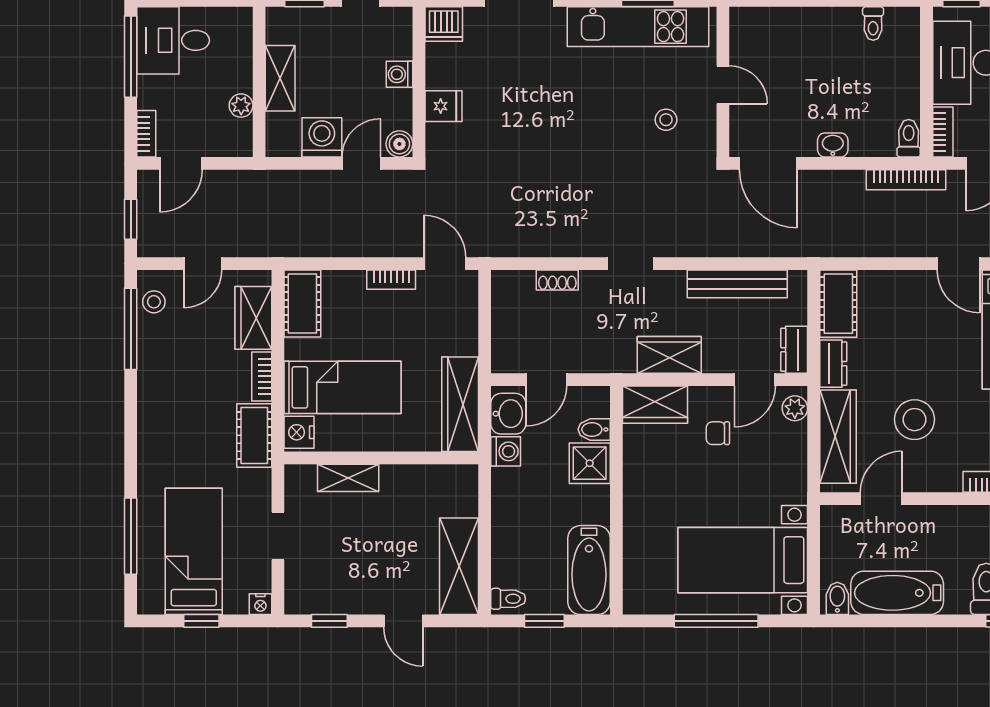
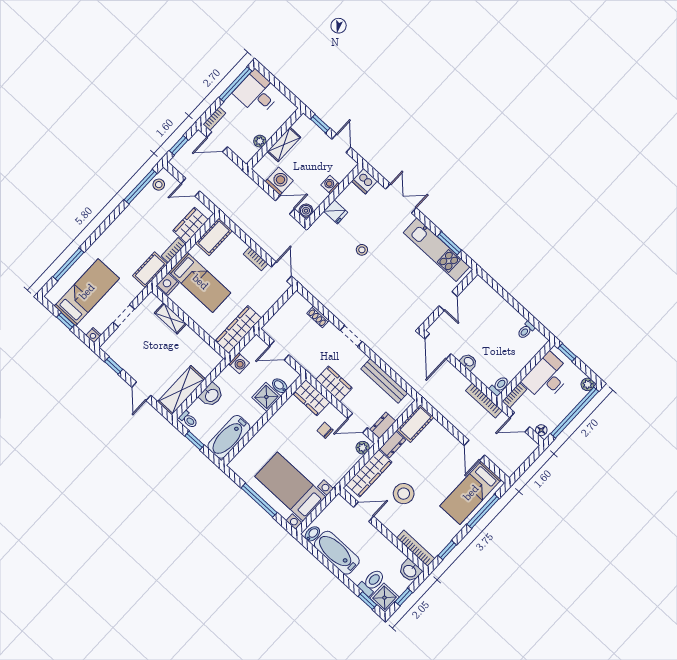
stool: (666, 120) -> (362, 250), moved
washbasin: (508, 414) -> (211, 395), moved

